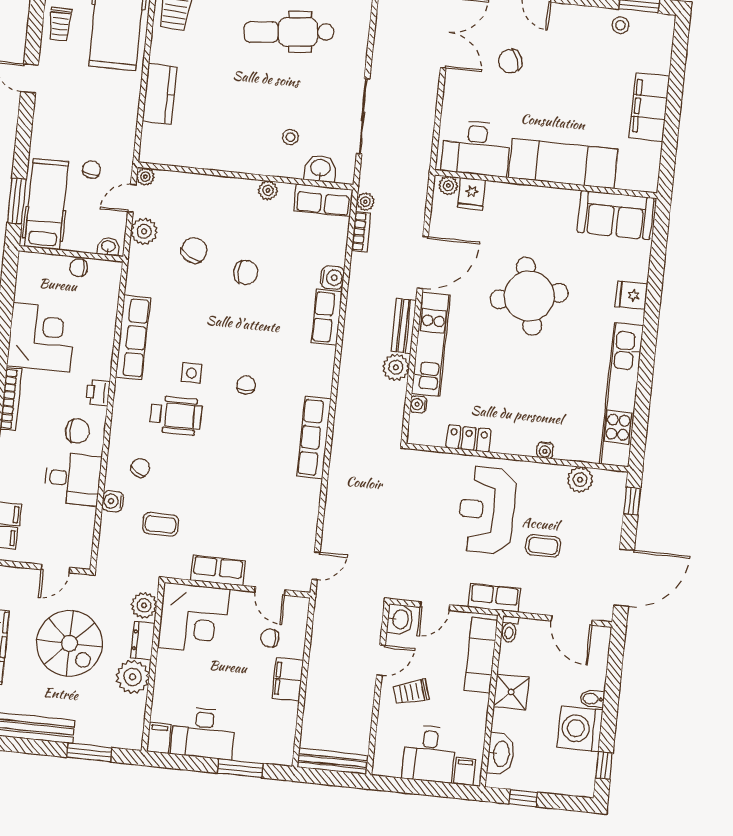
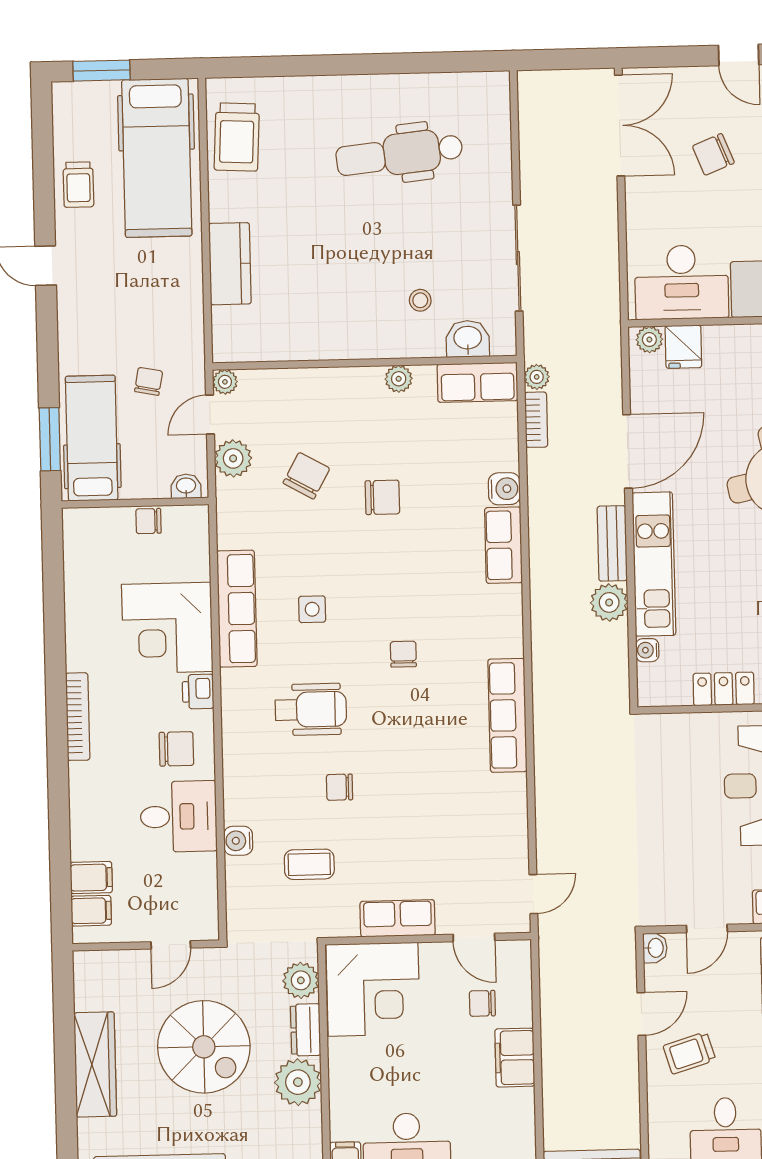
corner desk: (41, 337) -> (167, 628), moved, turned 180
side table: (192, 373) -> (312, 609), moved
chair: (140, 468) -> (340, 787), moved, turned -121
washbasin: (400, 619) -> (655, 948), width x0.72, depth x0.69

